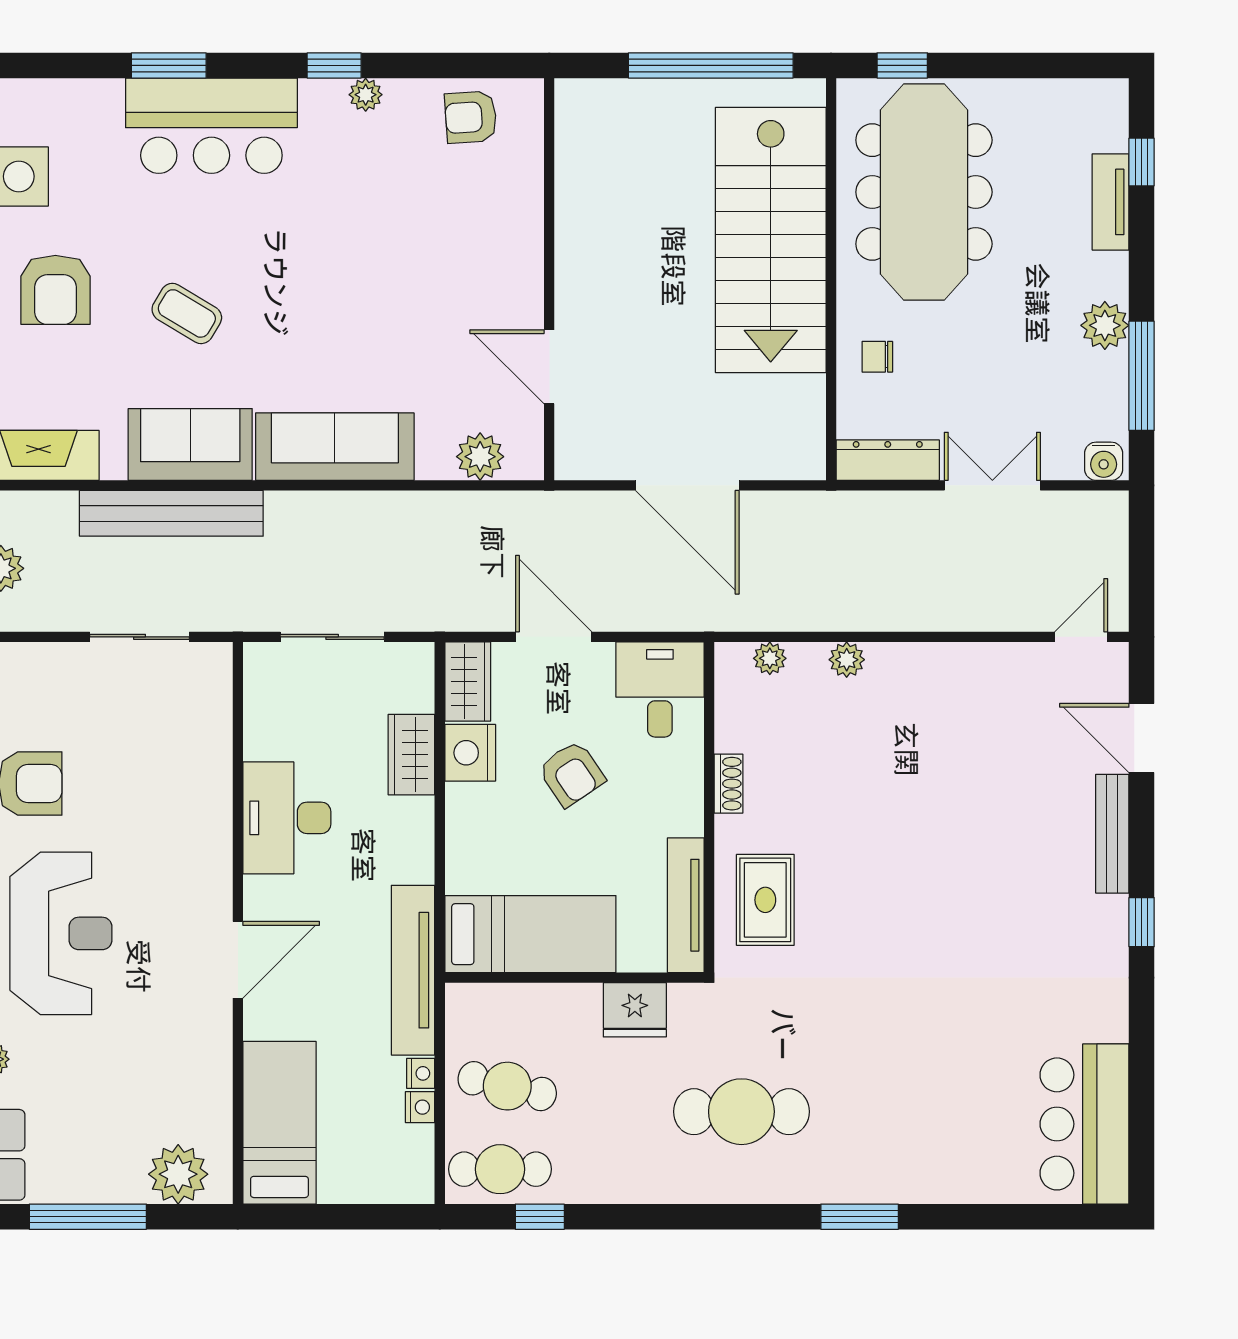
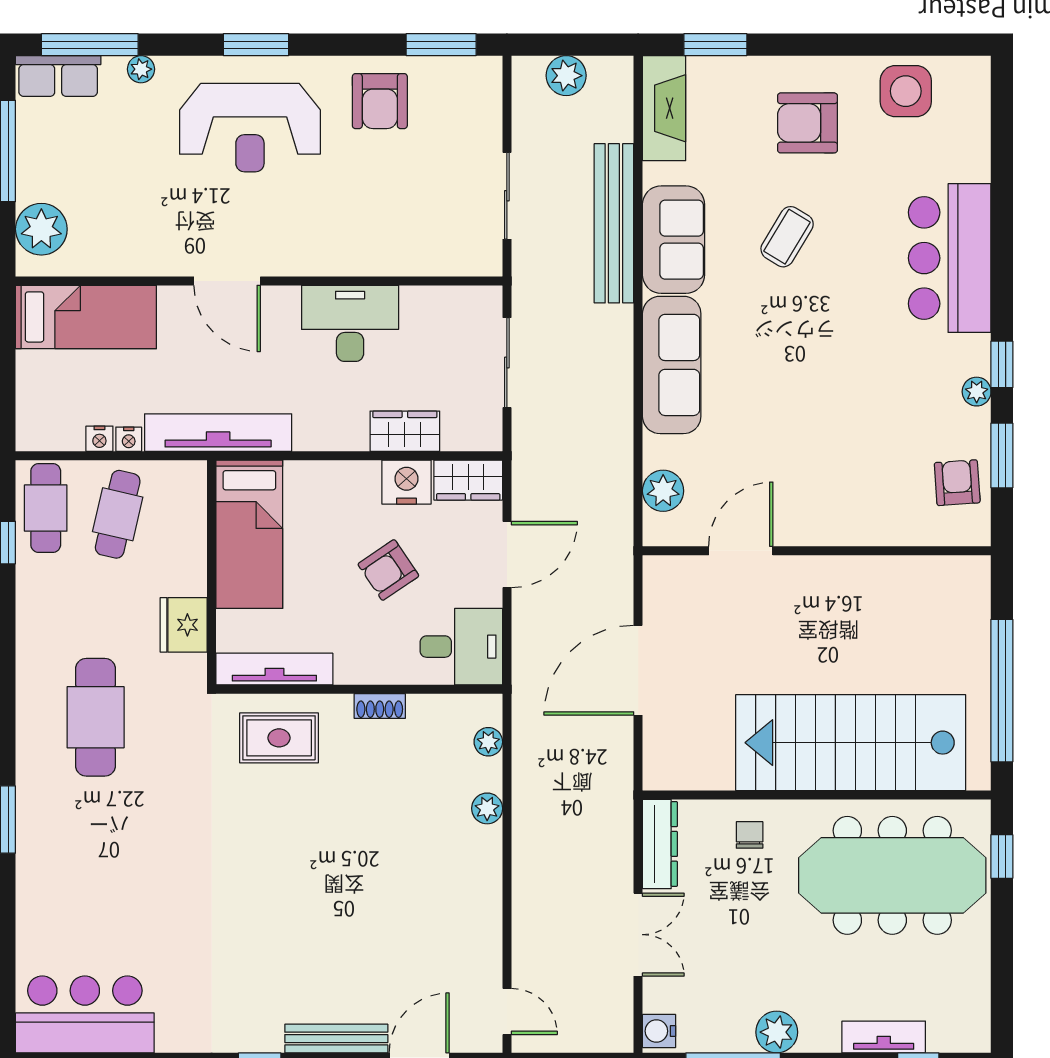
window: (169, 65) -> (1002, 455), moved

